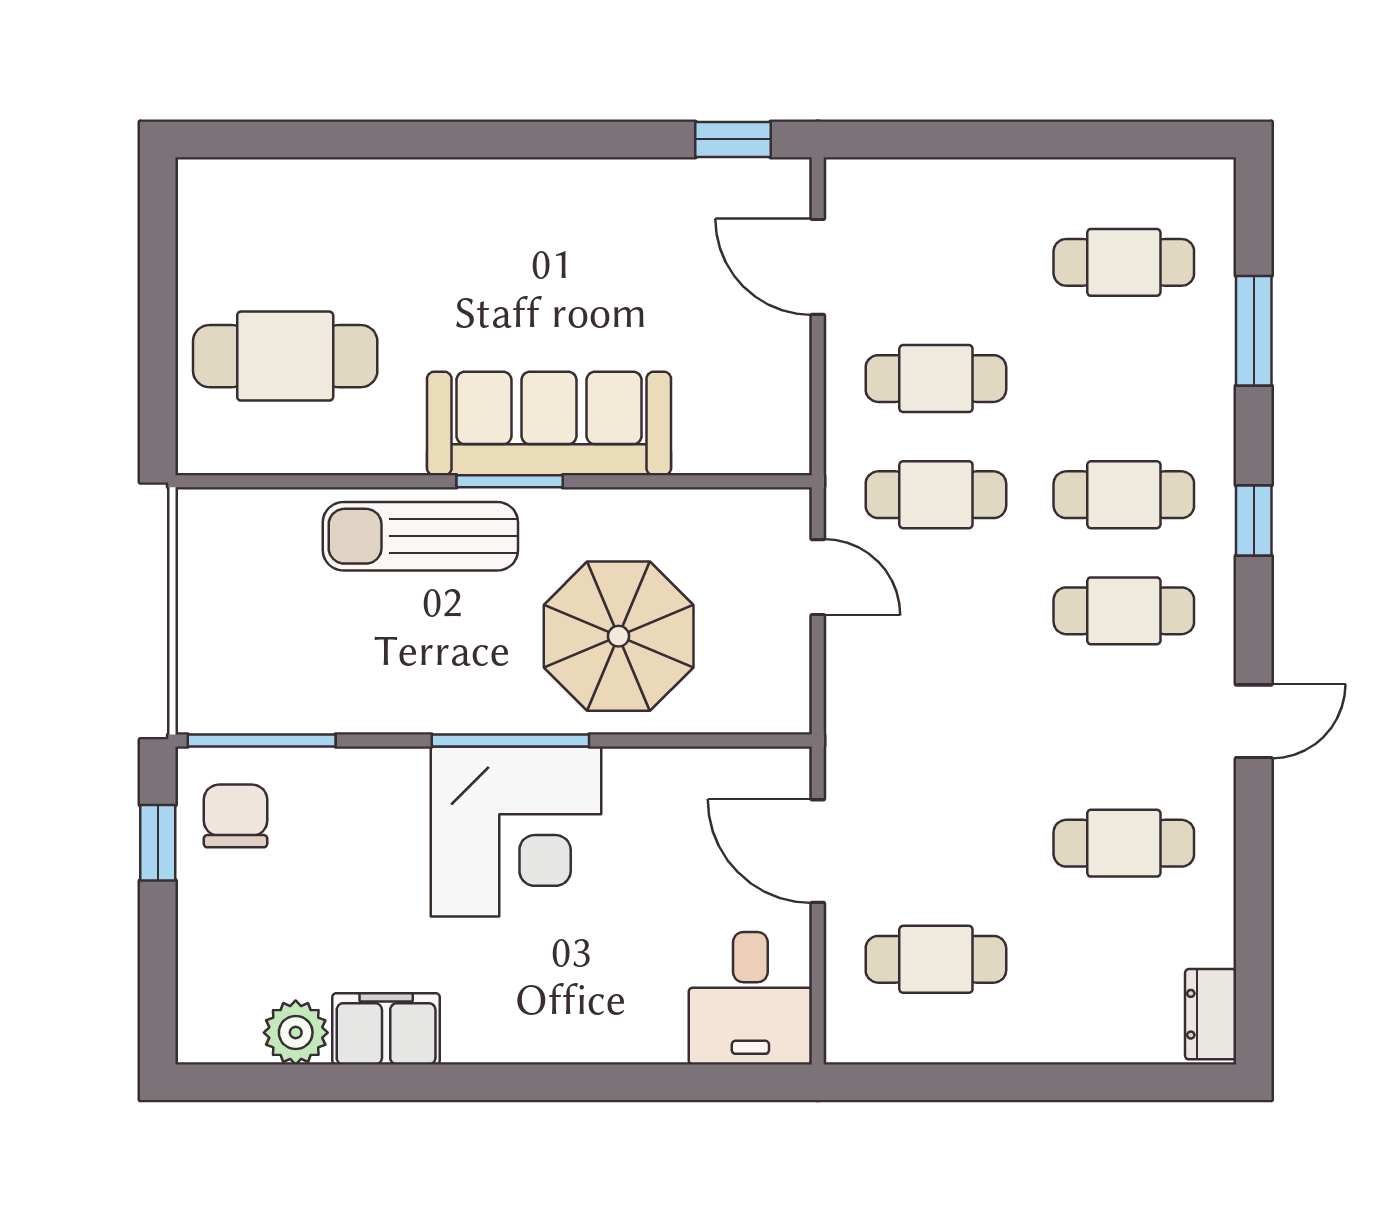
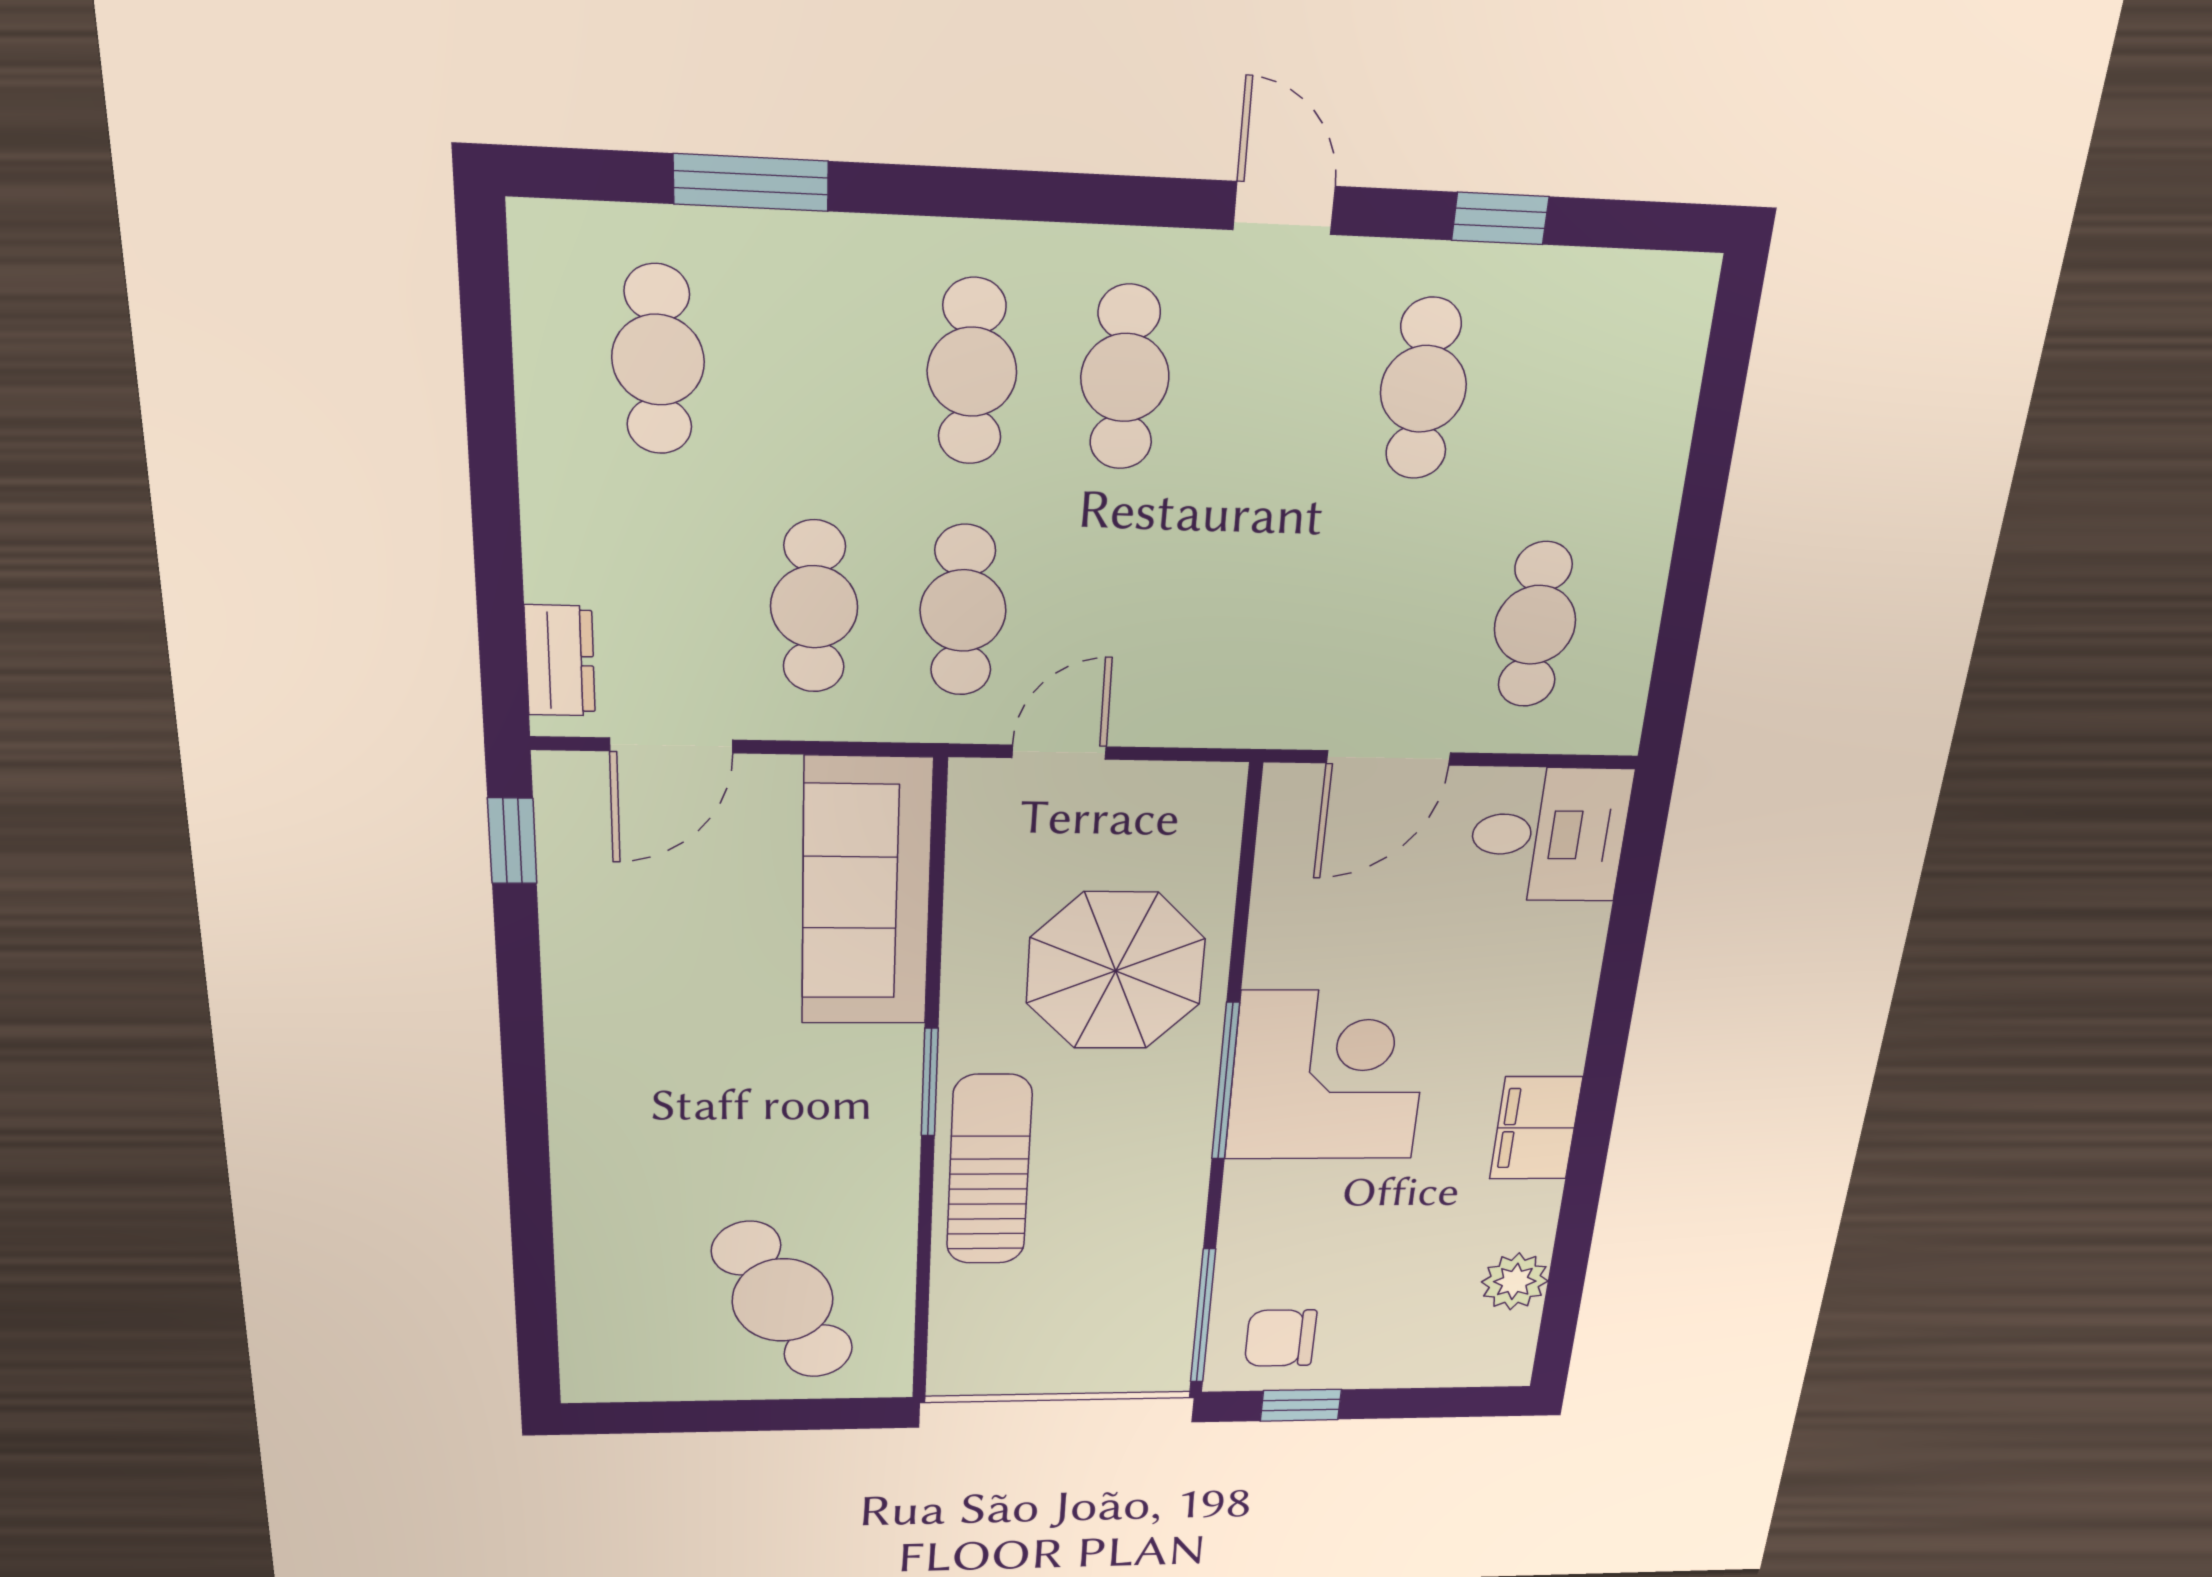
cafe table: (285, 356) -> (783, 1300), turned -30
sofa: (549, 423) -> (866, 893), moved
window: (1254, 520) -> (1500, 218), moved
sun lounger: (420, 536) -> (989, 1170), turned 180
dresser: (1211, 1014) -> (560, 661), moved, turned -90
filing cabinet: (386, 1029) -> (1536, 1128), moved

